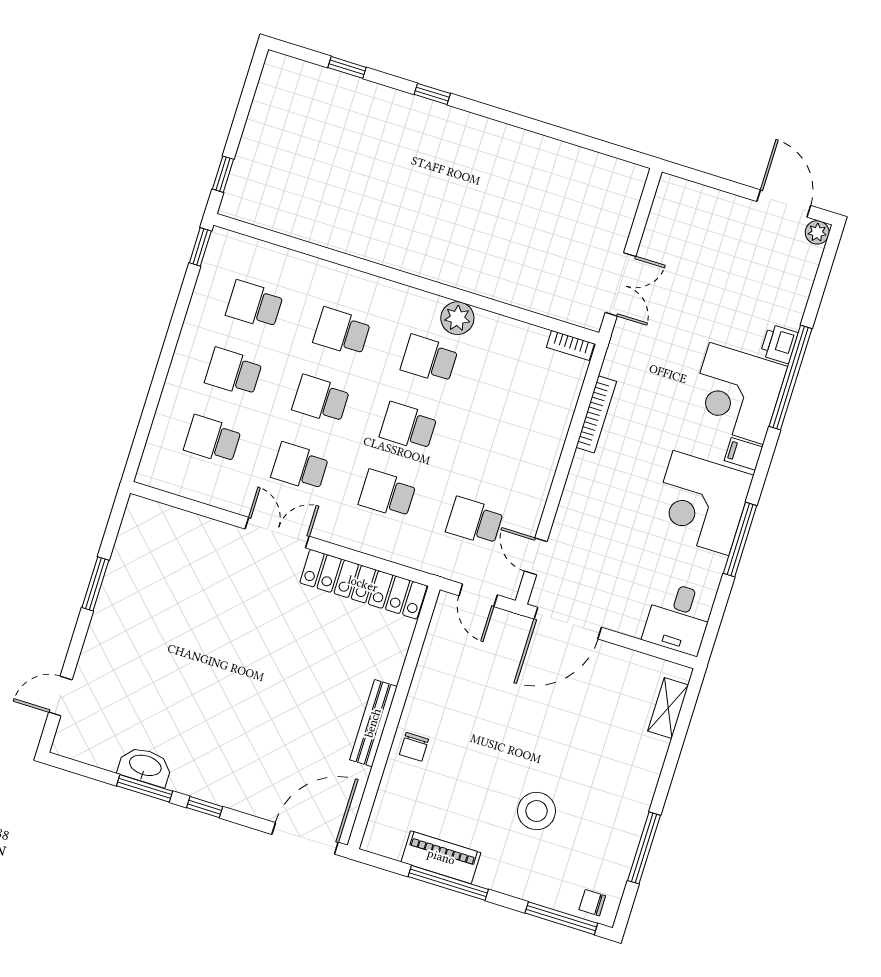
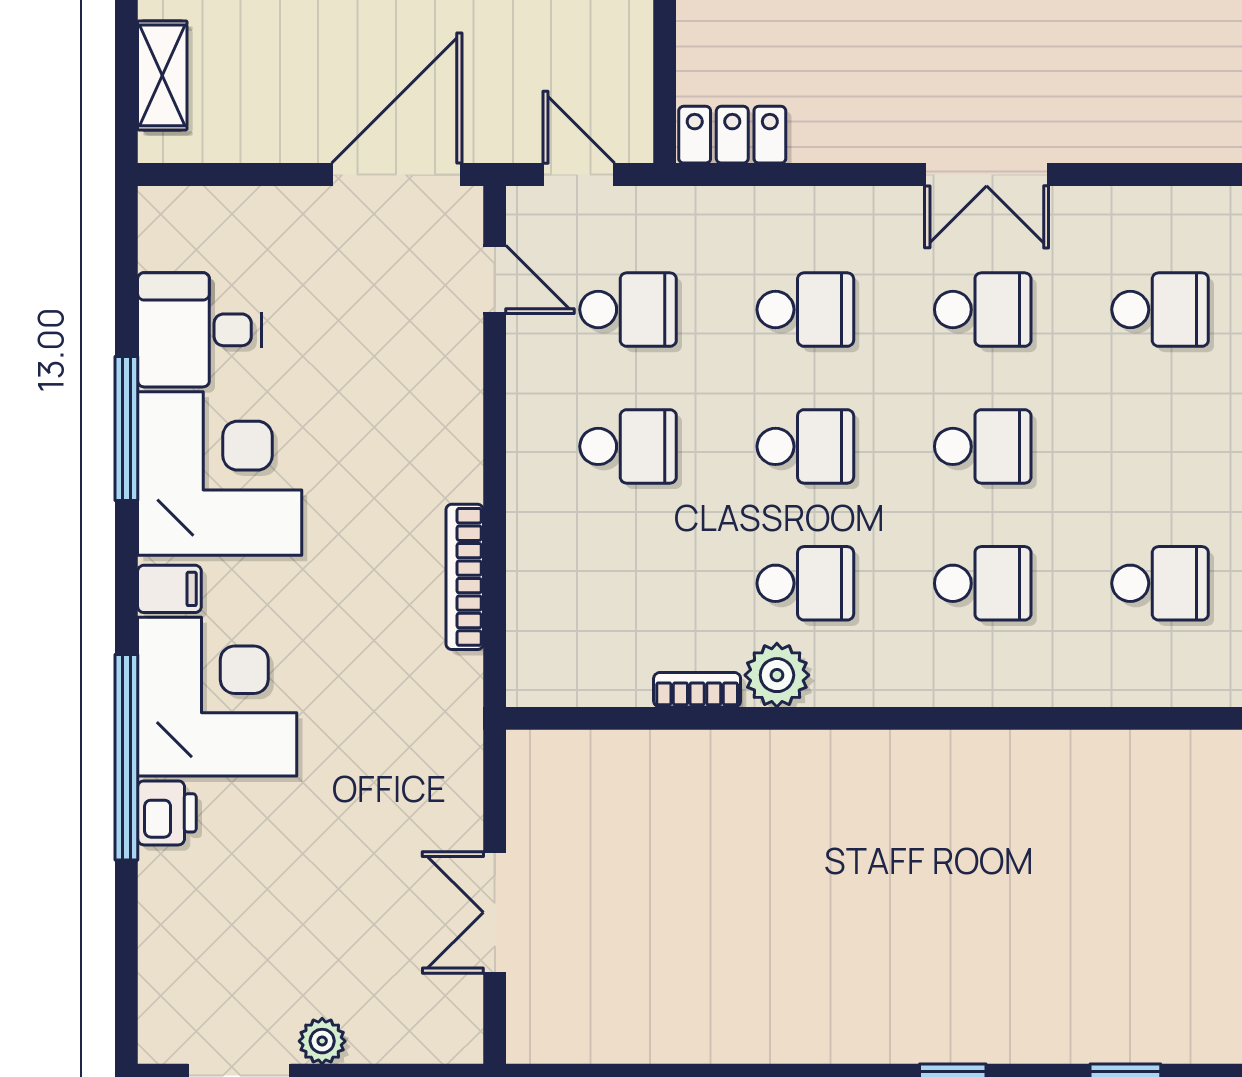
plant: (817, 232) -> (322, 1041), moved
double door: (620, 284) -> (495, 912), moved
bookcase: (570, 345) -> (697, 690), moved
school desk: (233, 372) -> (628, 446), moved
locker: (363, 584) -> (732, 135), width x0.46, depth x0.83
desk: (679, 618) -> (199, 330), moved, turned -90

